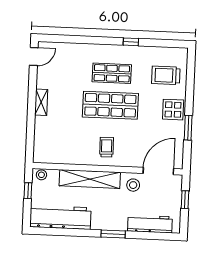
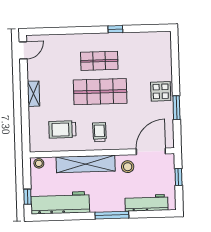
trolley: (166, 75) -> (62, 129), moved
window: (28, 191) -> (27, 197), moved
window: (113, 234) -> (112, 215), width x1.44

